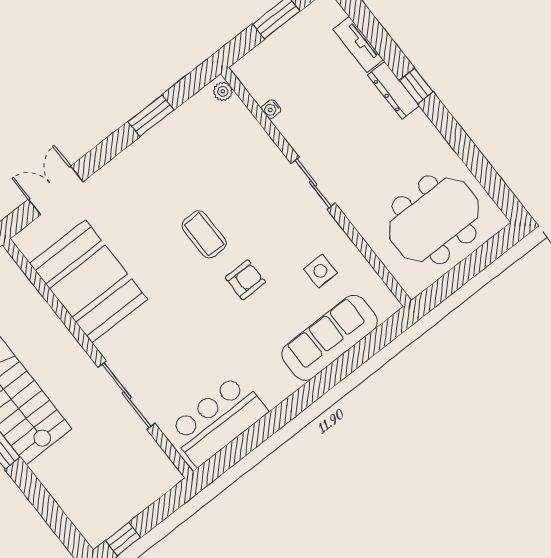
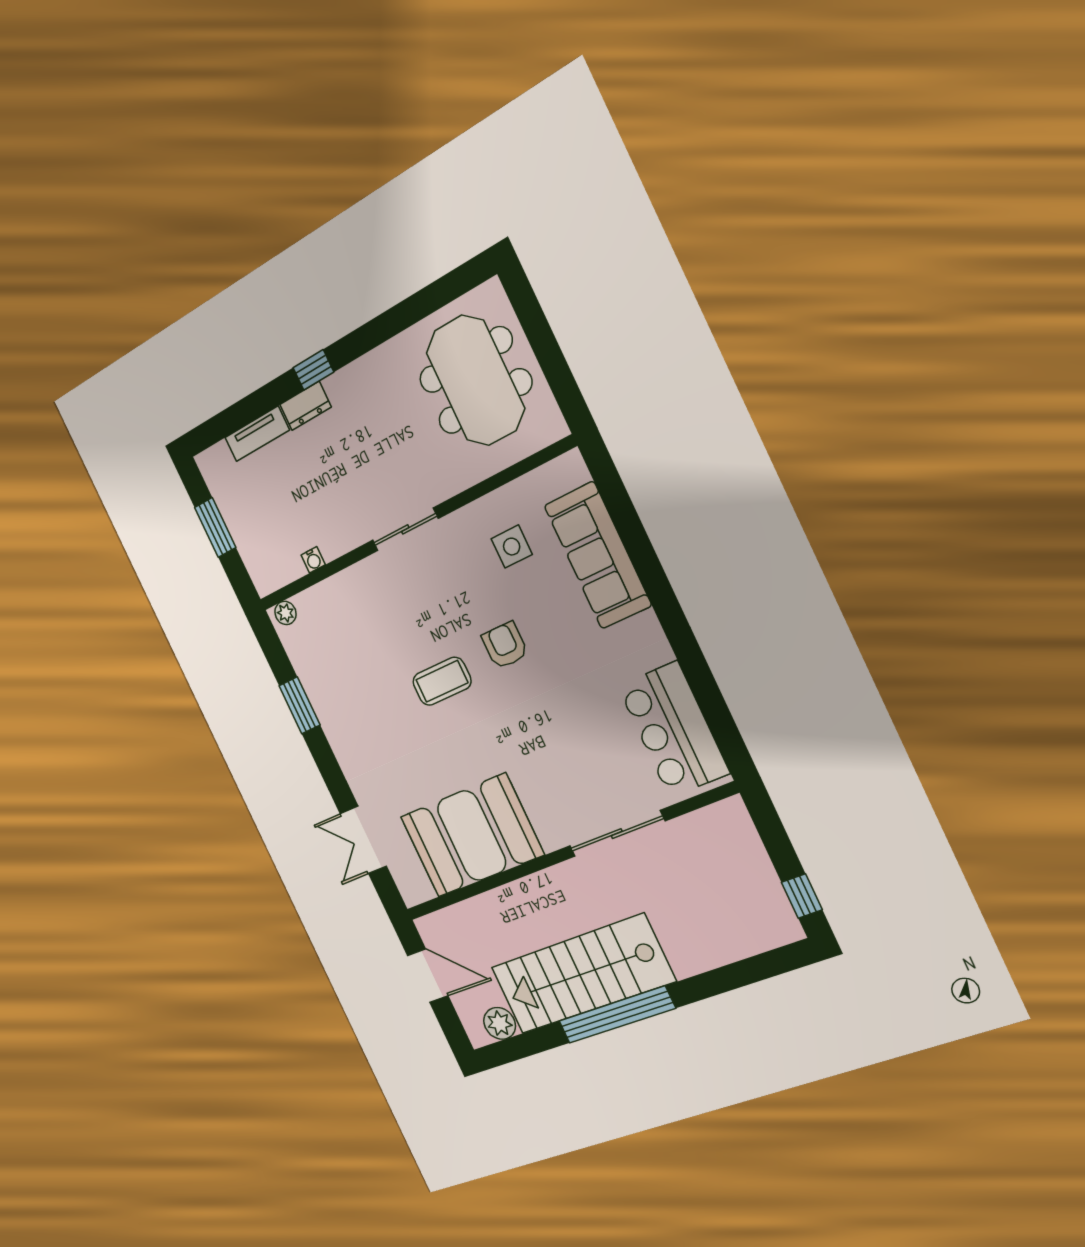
dresser: (393, 90) -> (306, 406), width x0.70

